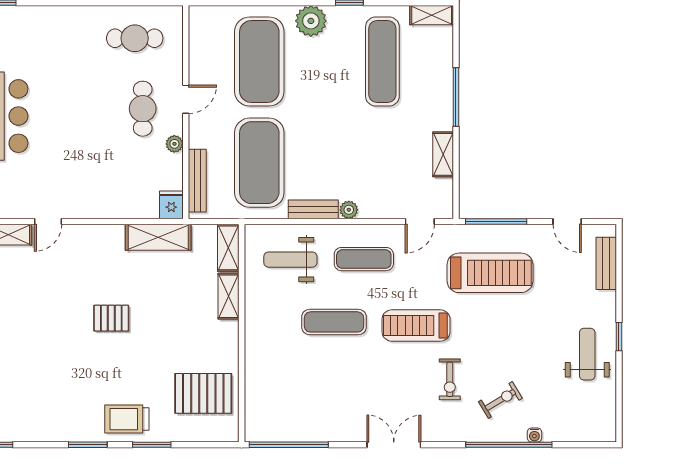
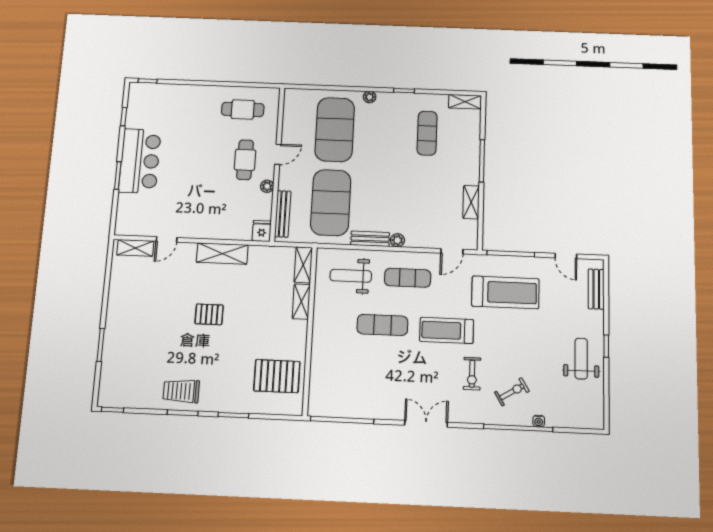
plant: (311, 21) -> (370, 97), width x0.53, depth x0.53
exercise mat: (382, 62) -> (427, 133), width x0.73, depth x0.69
shelving: (158, 237) -> (222, 254), moved
trolley: (127, 419) -> (181, 391), moved

